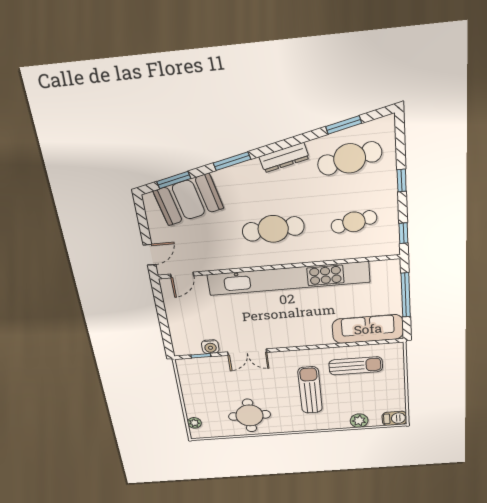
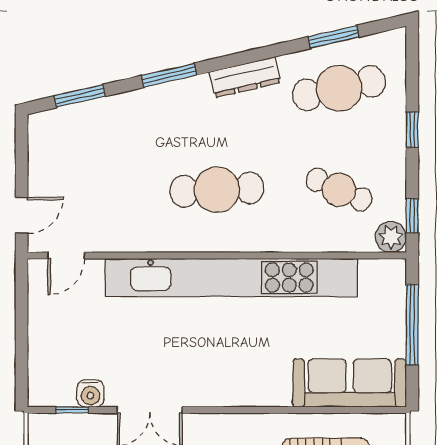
booth: (188, 200) -> (96, 129), removed
cafe table: (354, 222) -> (339, 190), turned 36
plant: (390, 247) -> (391, 237), added

